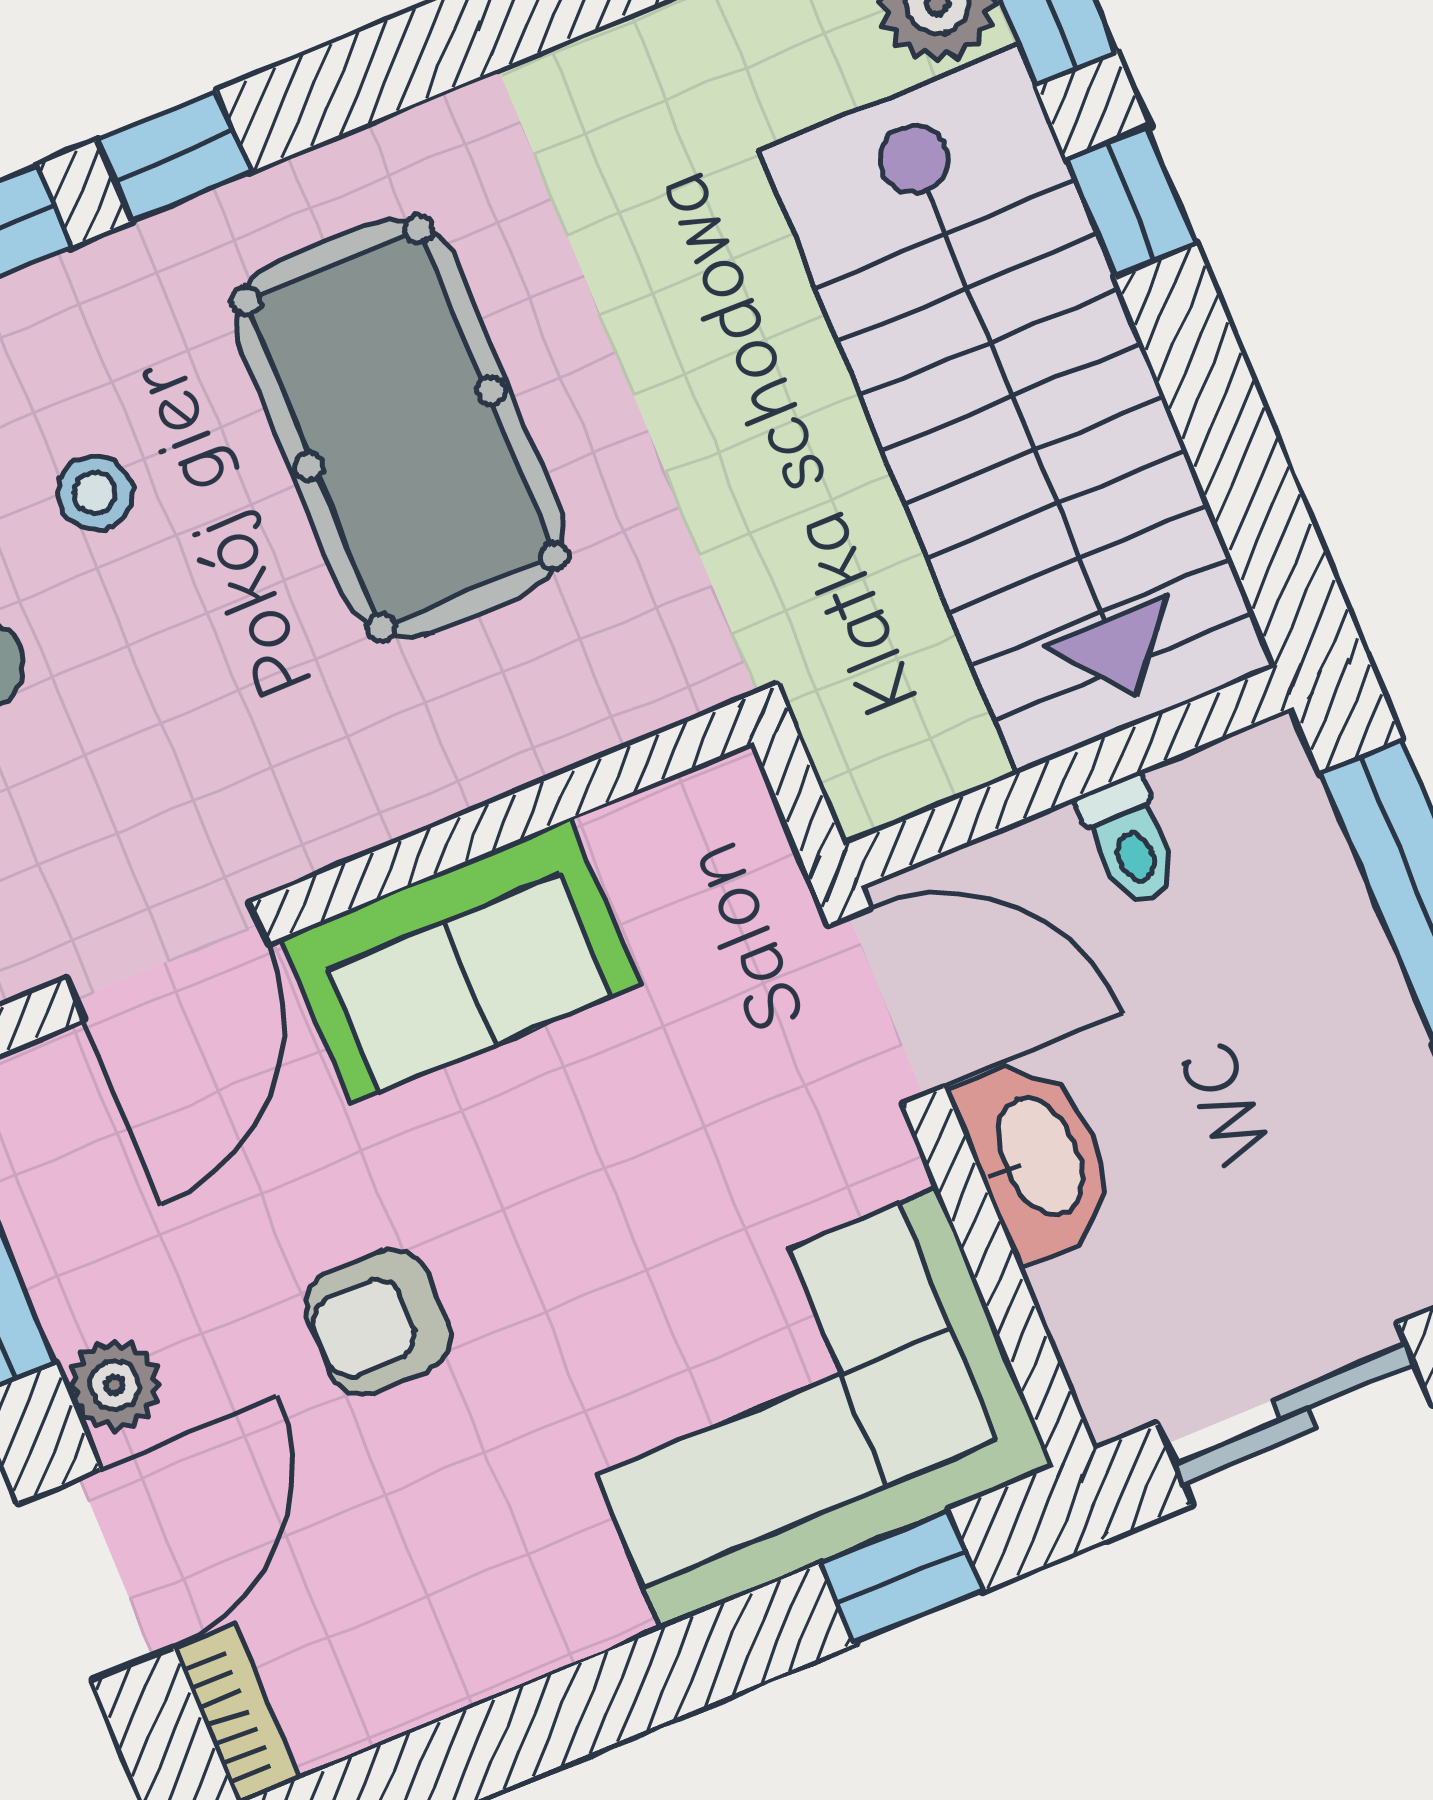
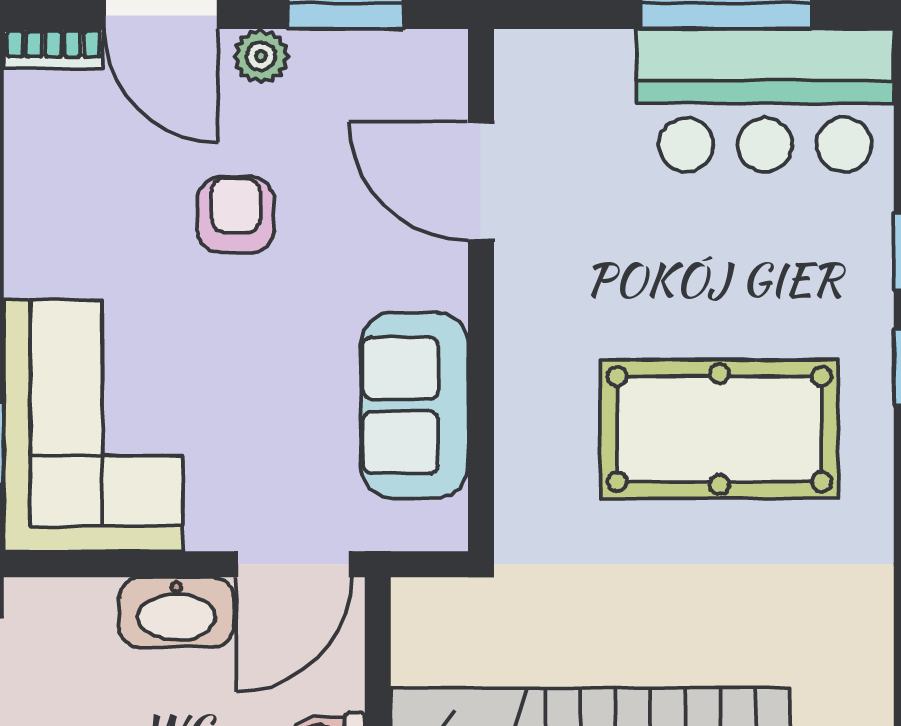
stool: (95, 493) -> (753, 248), removed
sofa: (460, 961) -> (414, 405), moved

